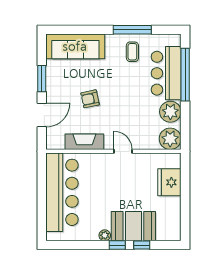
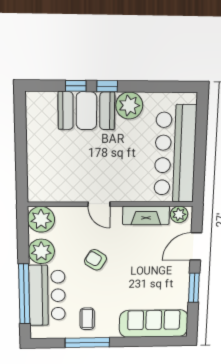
armchair: (90, 99) -> (96, 260), moved, turned -136
plant: (57, 143) -> (179, 214), added
fridge: (169, 182) -> (41, 166), removed
plant: (105, 235) -> (129, 105), width x1.88, depth x1.88

